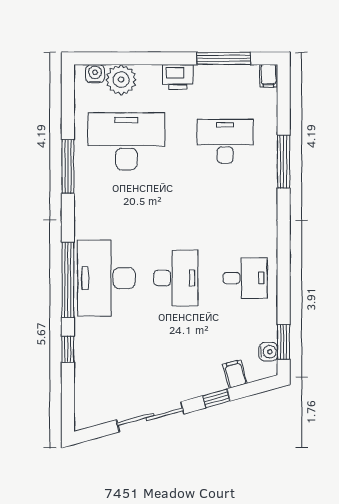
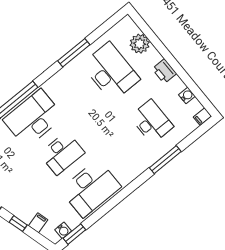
window: (224, 58) -> (193, 87), removed
water cooler: (95, 74) -> (187, 95), moved
desk: (245, 278) -> (91, 188), width x1.87, depth x1.30

